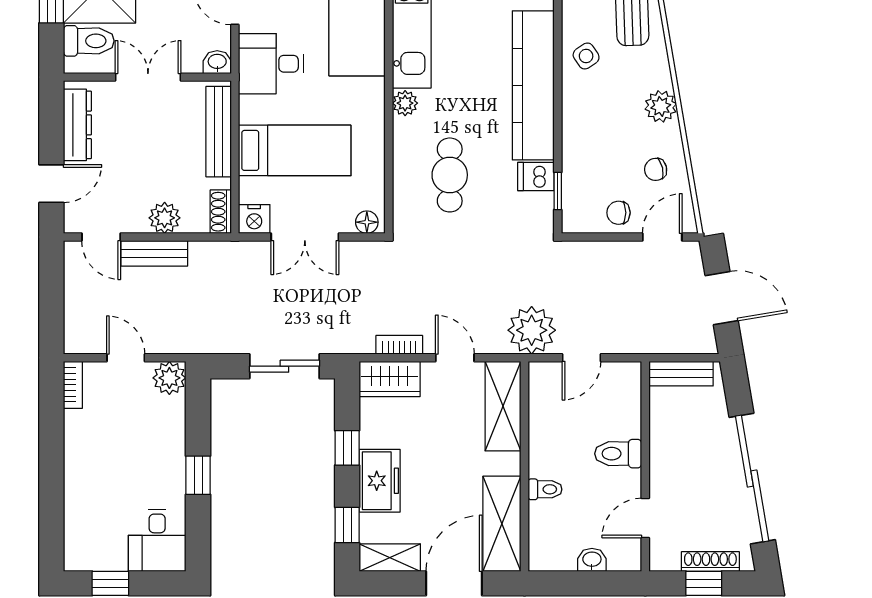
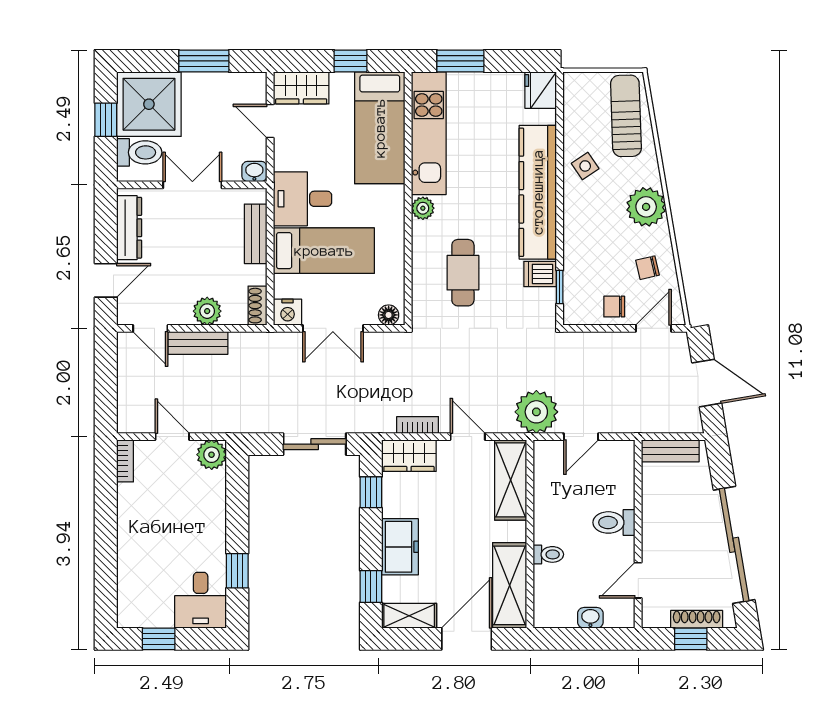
desk: (271, 64) -> (303, 199), moved
plant: (661, 106) -> (646, 207), width x1.36, depth x1.36
bench: (219, 132) -> (256, 234), width x0.73
window: (347, 448) -> (371, 492), moved
window: (198, 475) -> (237, 571), moved

